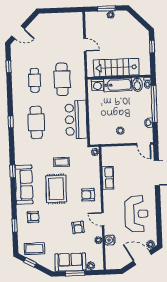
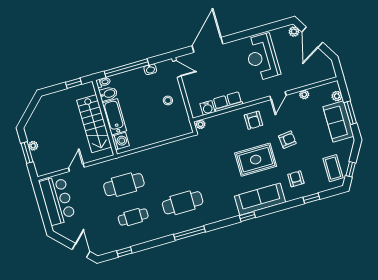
window: (152, 46) -> (74, 83), moved
bar counter: (76, 120) -> (57, 200), moved, turned -90
window: (11, 122) -> (189, 233), width x2.17
door: (144, 144) -> (177, 69), hinge flipped
coffee table: (62, 162) -> (222, 161), removed
reception desk: (136, 214) -> (262, 57), turned -90
armchair: (78, 227) -> (287, 140), moved
water cooler: (110, 240) -> (207, 108), moved

